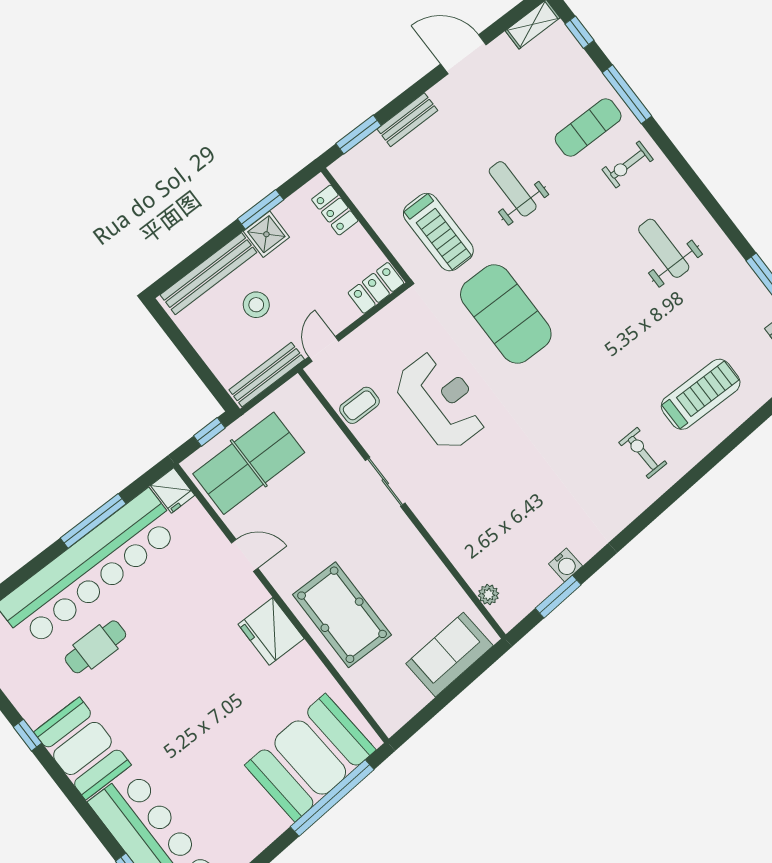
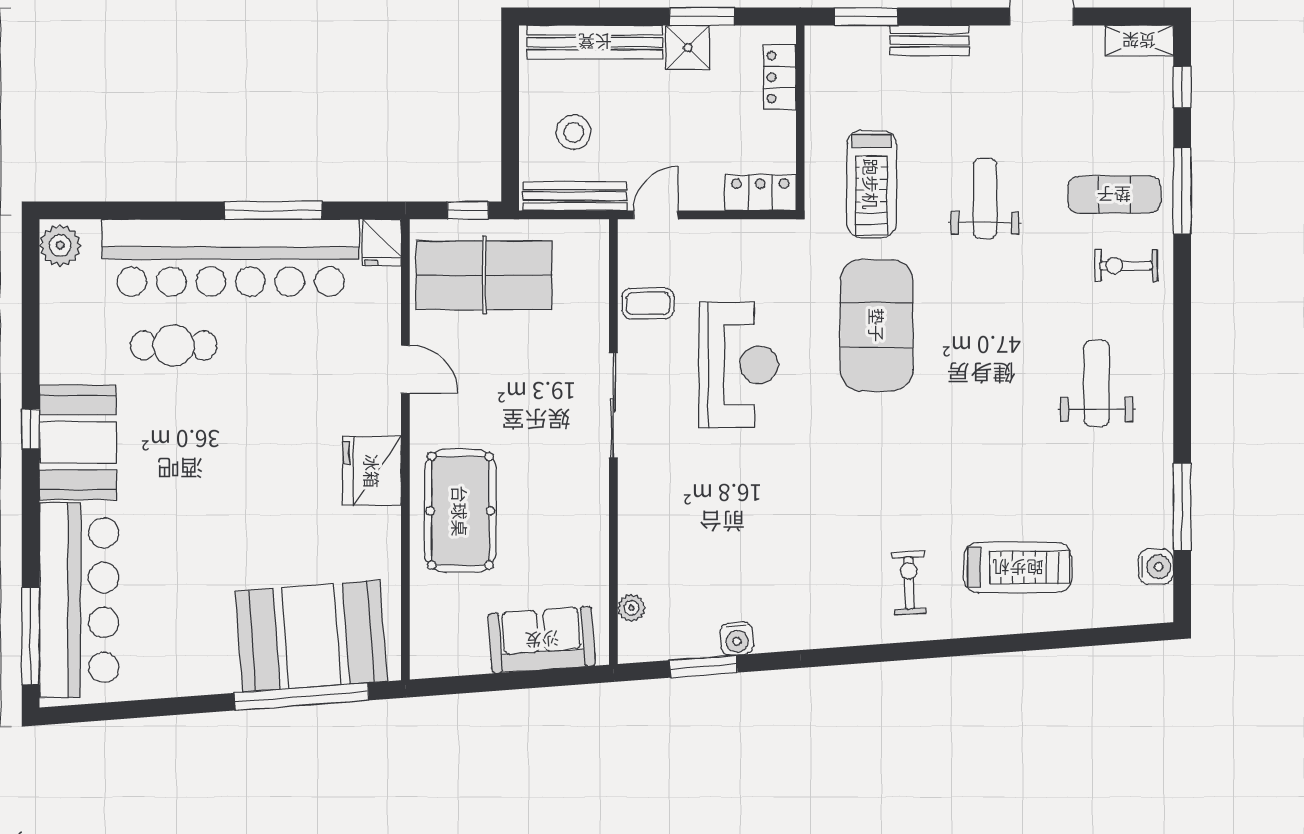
stool: (256, 305) -> (574, 132), moved
sliding door: (385, 482) -> (613, 405), width x1.37
window: (28, 735) -> (31, 429), moved

